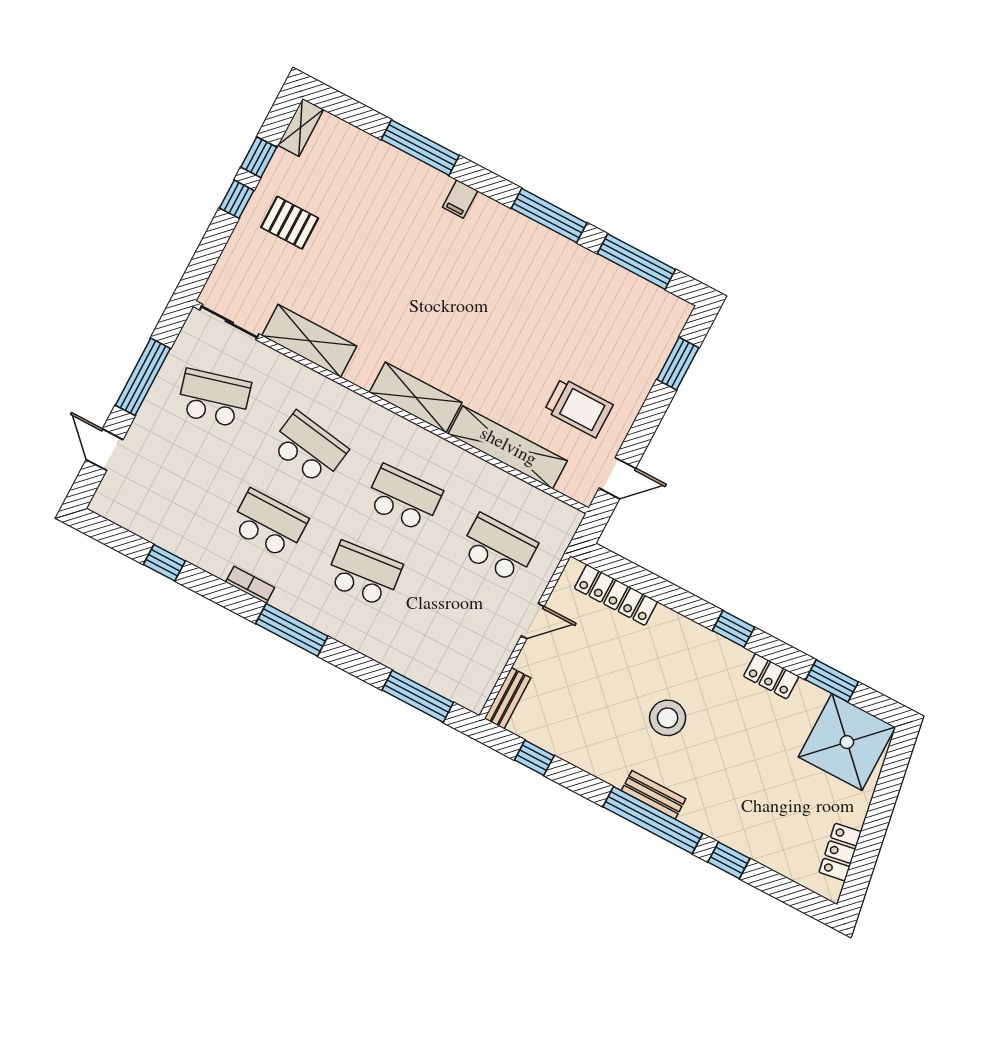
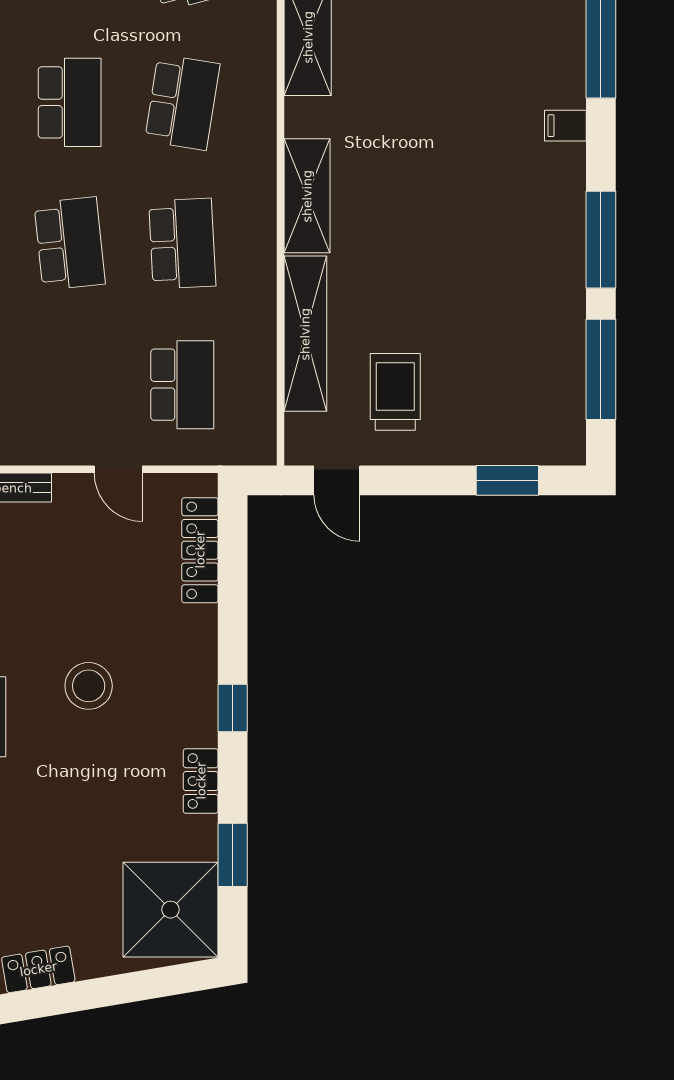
trolley: (579, 408) -> (395, 392), turned 180

